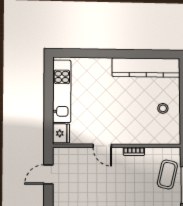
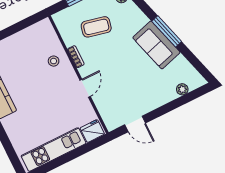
stool: (163, 108) -> (54, 61), moved
coffee table: (167, 174) -> (96, 27), moved

